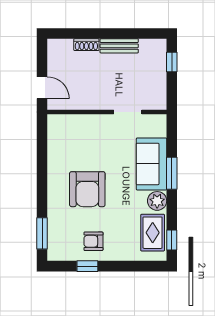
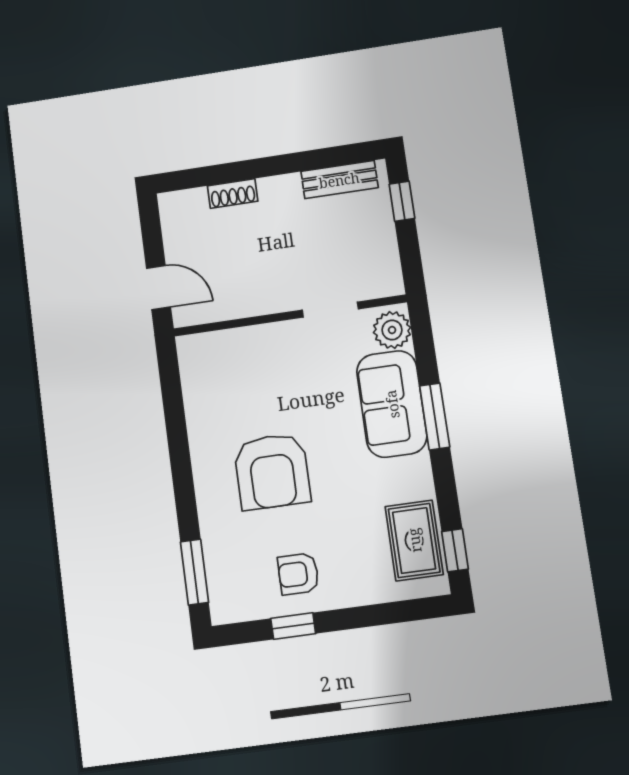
bench: (119, 46) -> (339, 180), moved
plant: (157, 201) -> (392, 330), moved

